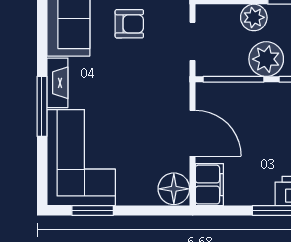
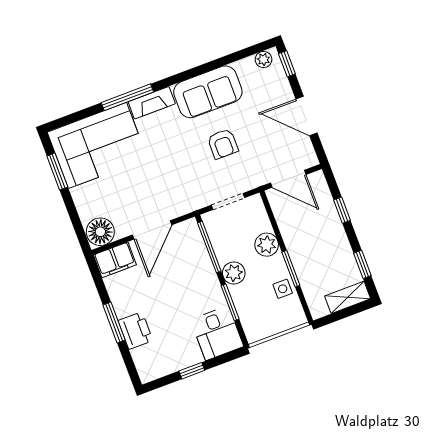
plant: (266, 59) -> (234, 273), width x0.73, depth x0.73

